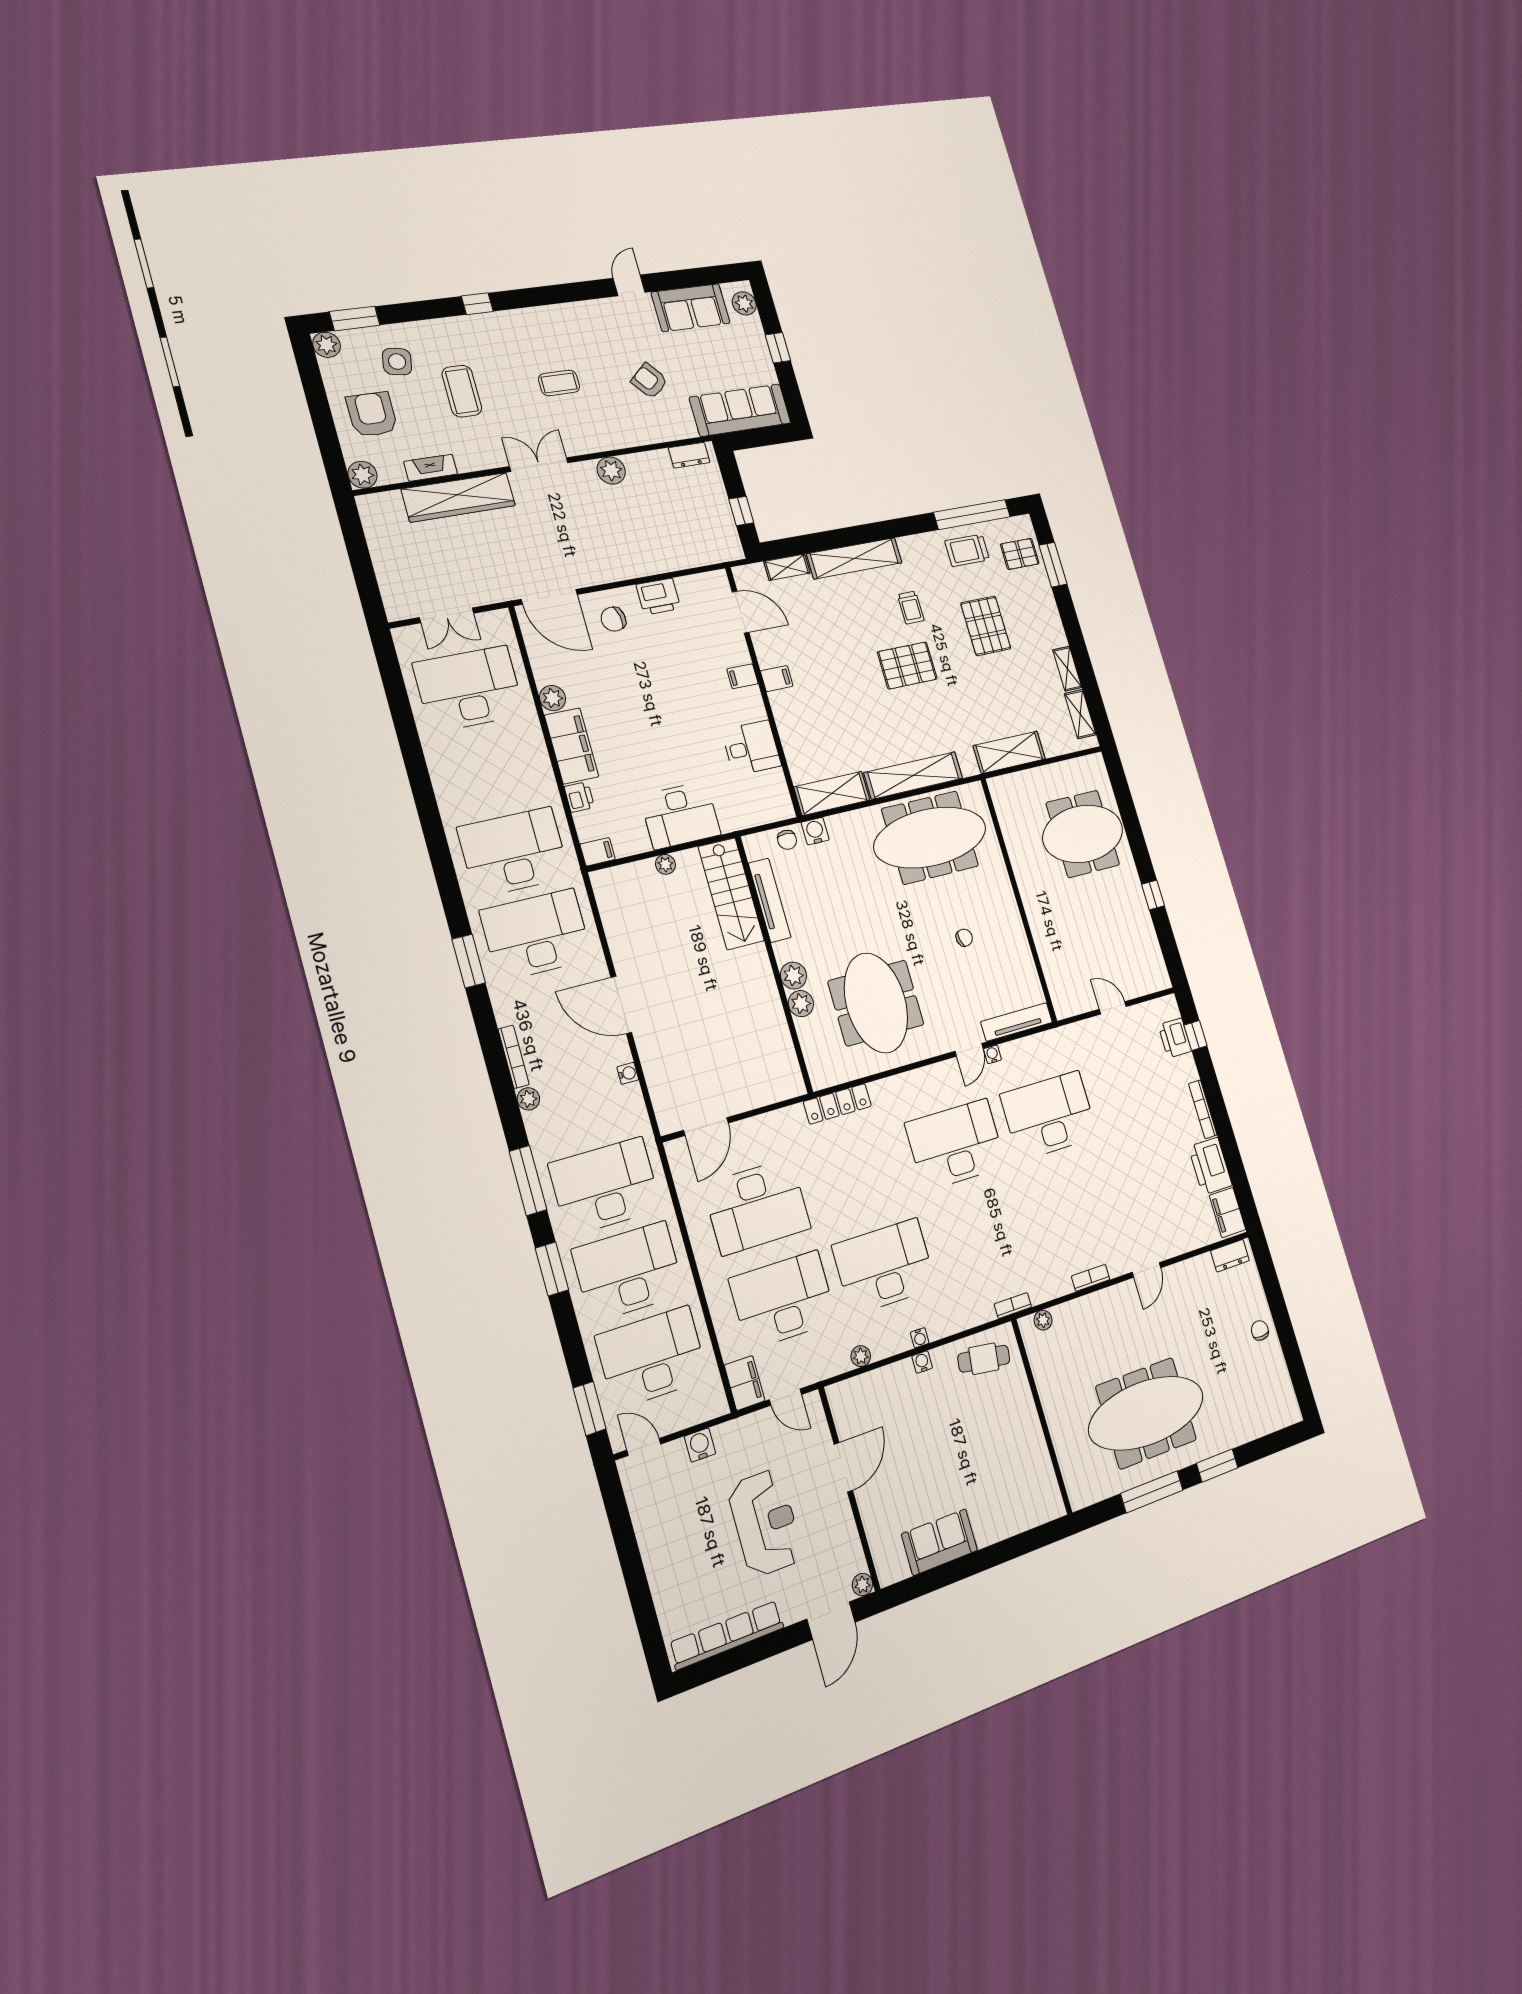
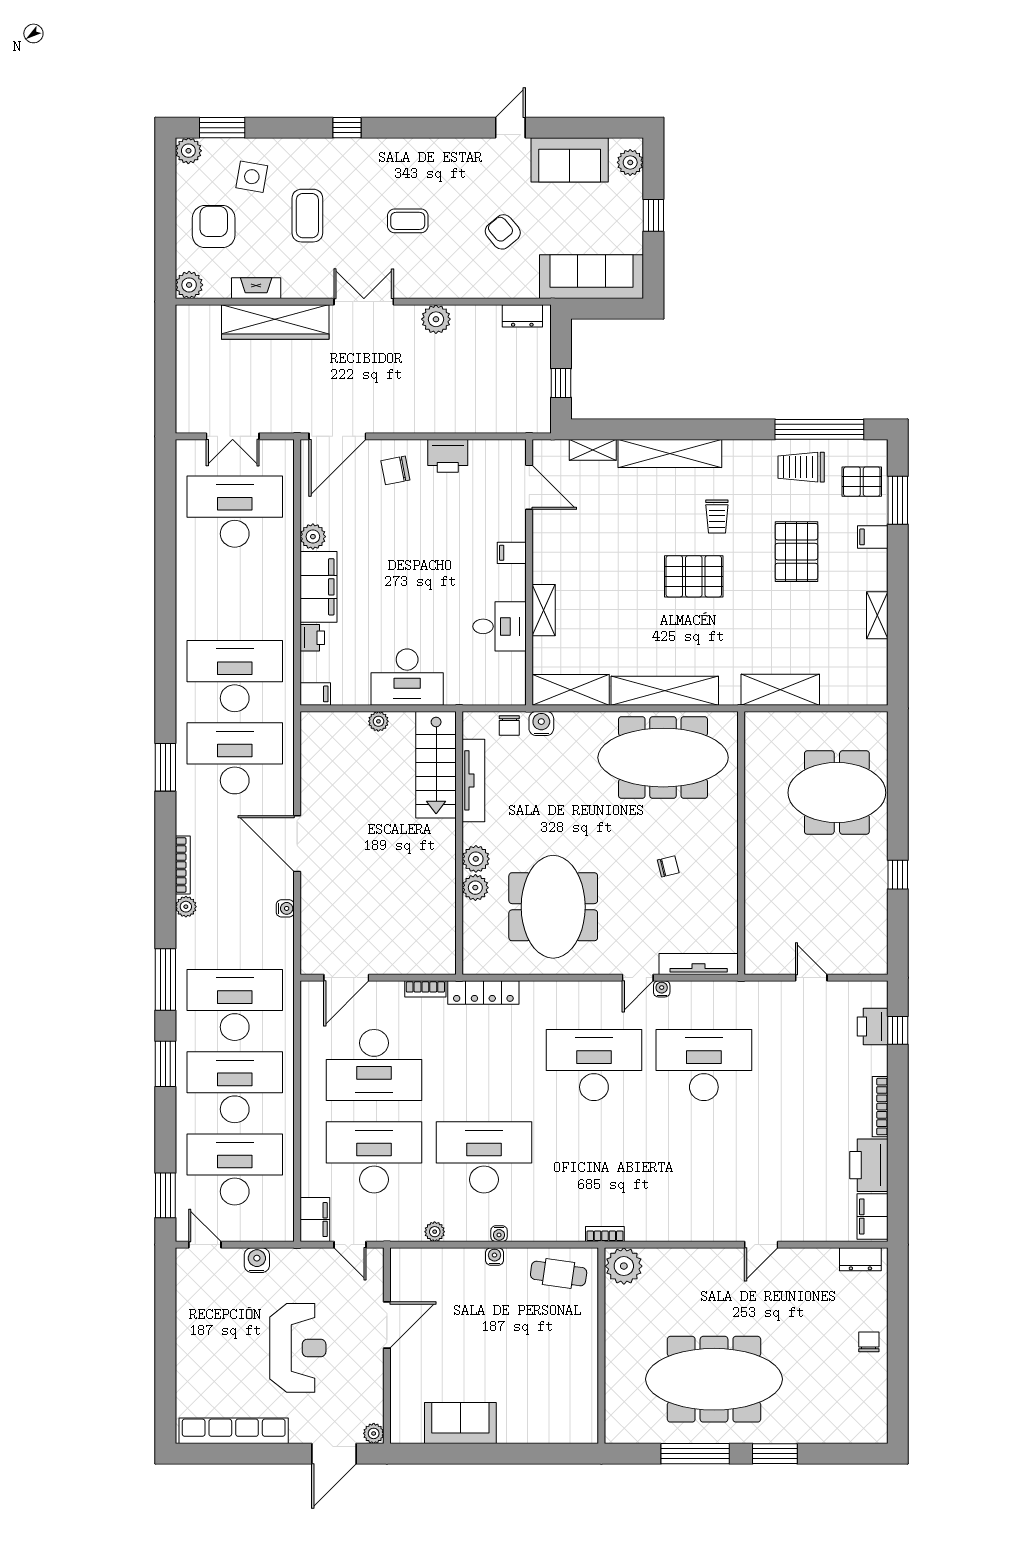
door: (549, 597) -> (337, 436), hinge flipped
filing cabinet: (777, 679) -> (873, 537), moved, turned 180
shelving: (1080, 714) -> (544, 610), moved
bookcase: (1091, 1278) -> (425, 989), moved, turned 180
plant: (1043, 1320) -> (624, 1266), width x1.88, depth x1.88

